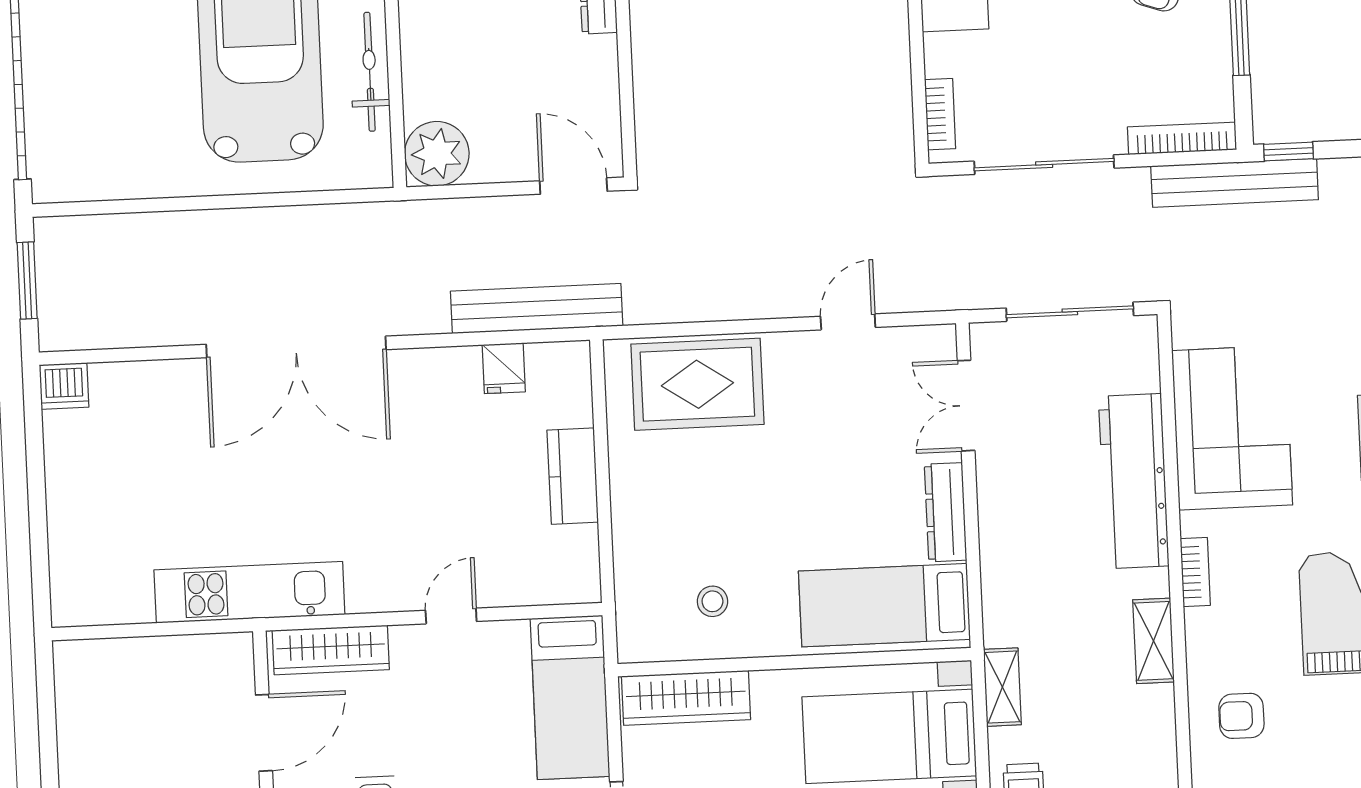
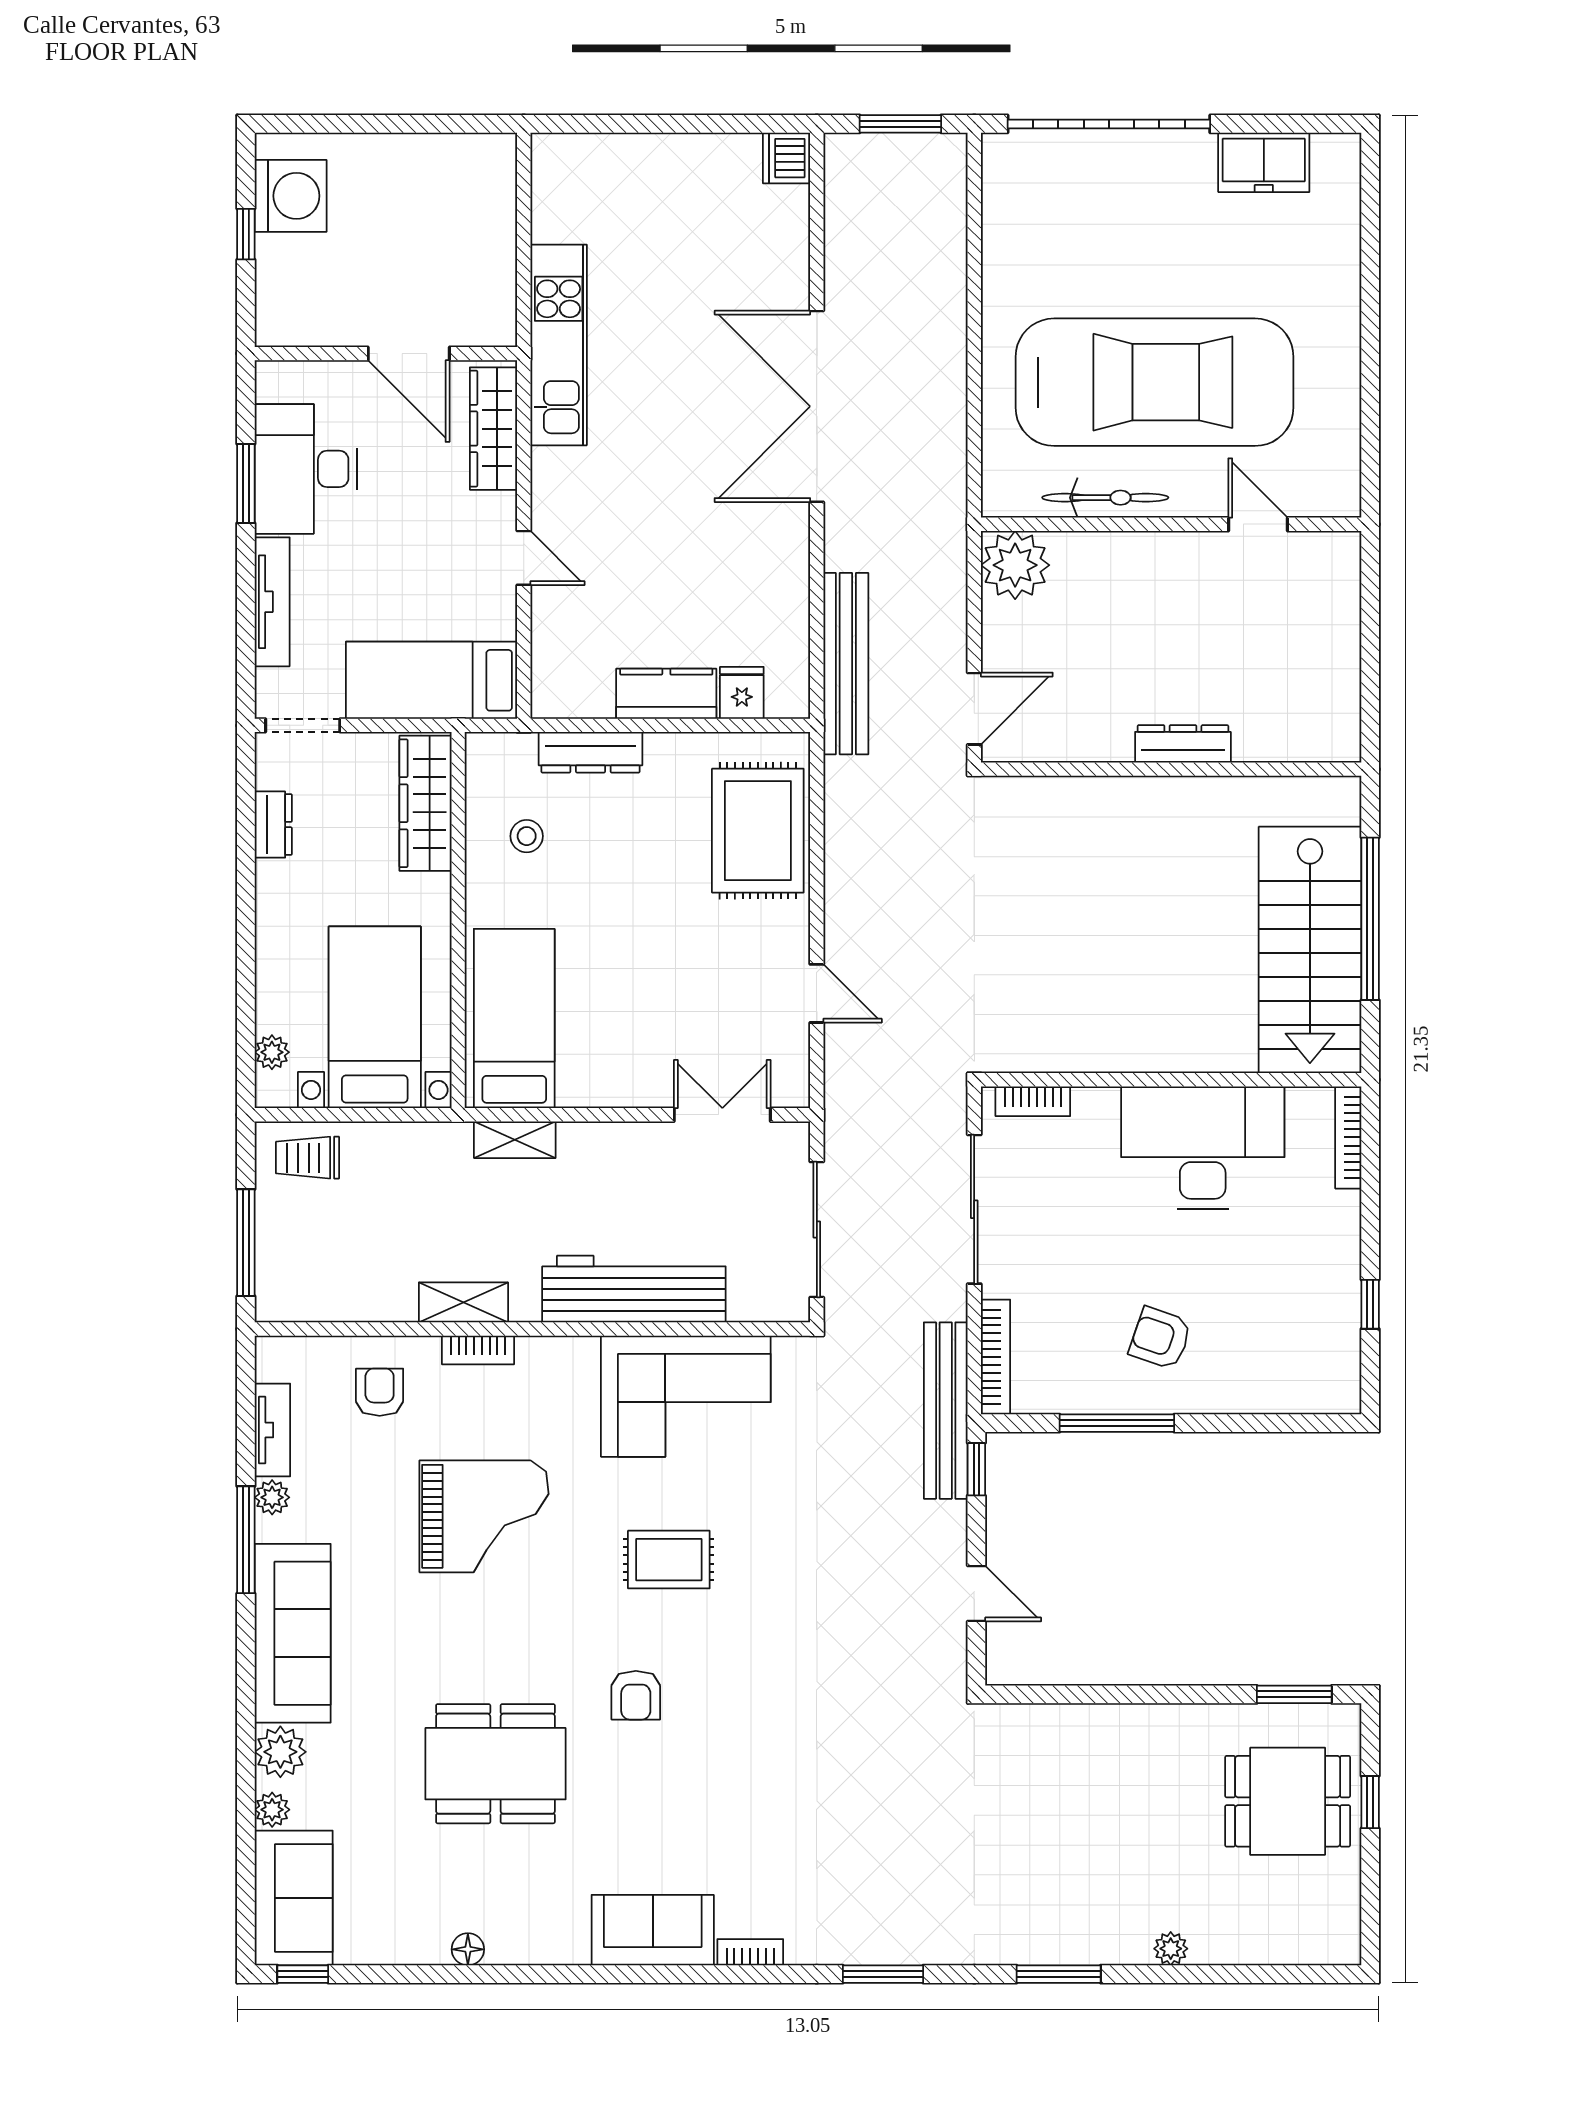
fridge: (504, 368) -> (742, 693), moved, turned 90
dresser: (946, 512) -> (591, 752), moved, turned 180
bookcase: (1195, 572) -> (478, 1350), moved
shelving: (1002, 687) -> (515, 1140), moved

